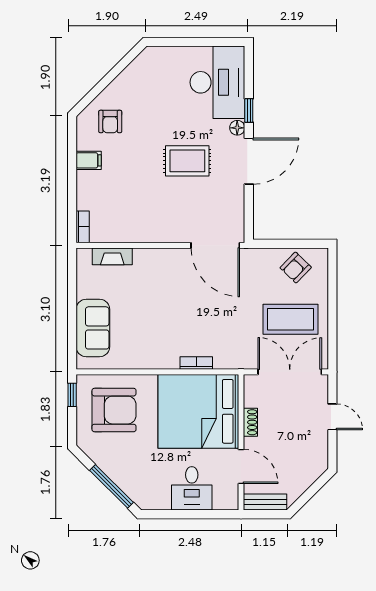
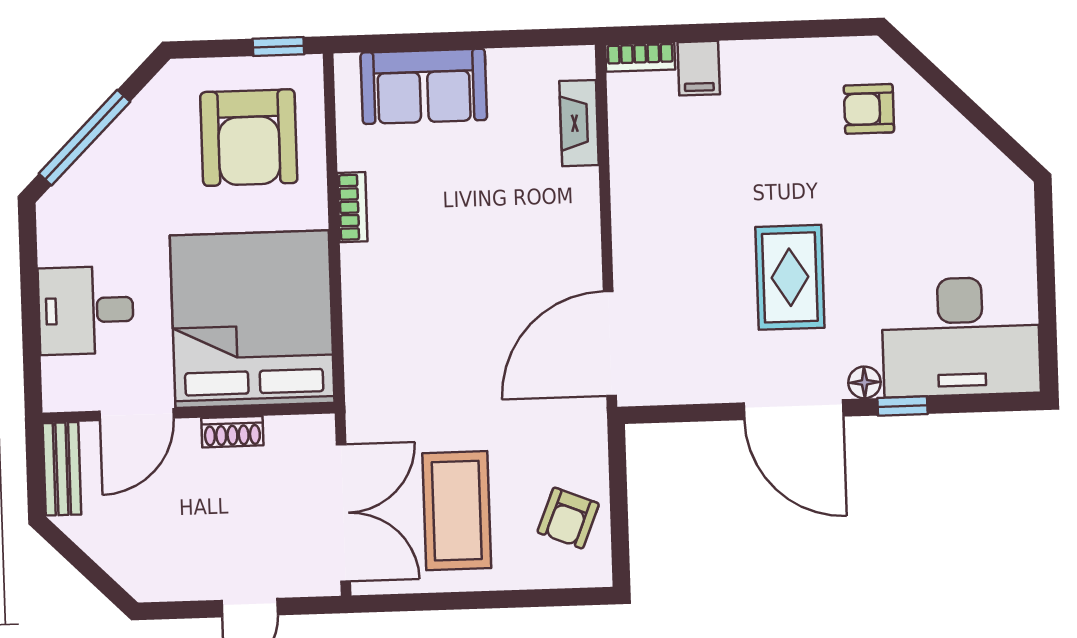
filing cabinet: (89, 160) -> (699, 68), moved
armchair: (296, 268) -> (568, 518), turned -112
bookcase: (196, 363) -> (352, 207), moved

